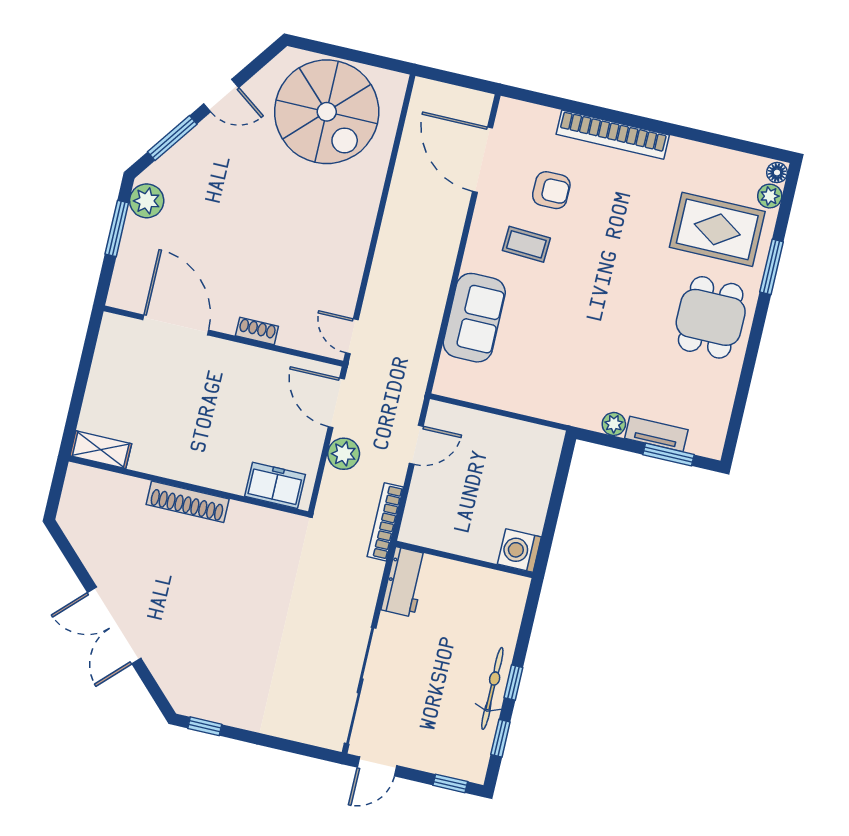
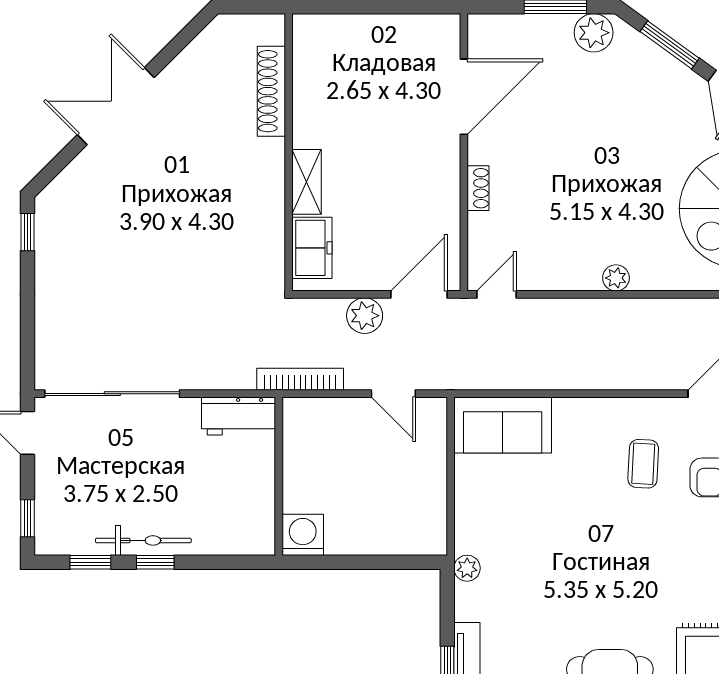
plant: (361, 231) -> (616, 278), added
sofa: (474, 318) -> (503, 425), moved
plant: (614, 424) -> (467, 568), moved
shelving: (101, 450) -> (307, 182), moved
shoe rack: (188, 502) -> (271, 91), moved

